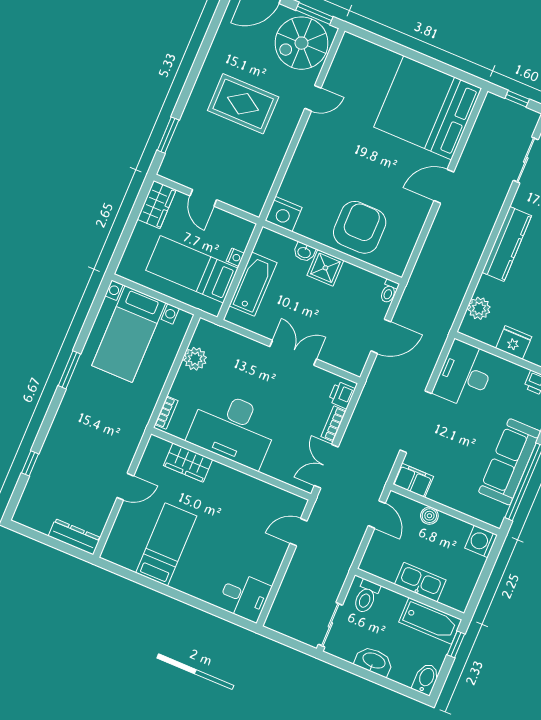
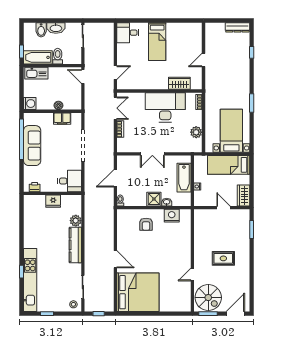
spiral stairs: (302, 43) -> (208, 298), turned 90
rug: (243, 104) -> (223, 258), width x0.73, depth x0.70
door: (444, 186) -> (115, 259), hinge flipped
nightstand: (284, 214) -> (172, 216), moved
armchair: (360, 227) -> (146, 224), width x0.53, depth x0.53
bed: (192, 269) -> (229, 165), moved, turned 180
plant: (479, 308) -> (76, 221), moved
desk: (465, 374) -> (70, 181), width x0.73
printer: (342, 395) -> (122, 144), removed
filing cabinet: (413, 480) -> (62, 119), moved
door: (377, 514) -> (83, 76), moved
dresser: (74, 537) -> (237, 27), moved
bed: (166, 544) -> (157, 42), moved
kitchen sink: (420, 582) -> (36, 73), moved
toilet: (366, 597) -> (58, 56), moved
bidet: (426, 679) -> (41, 30), moved

